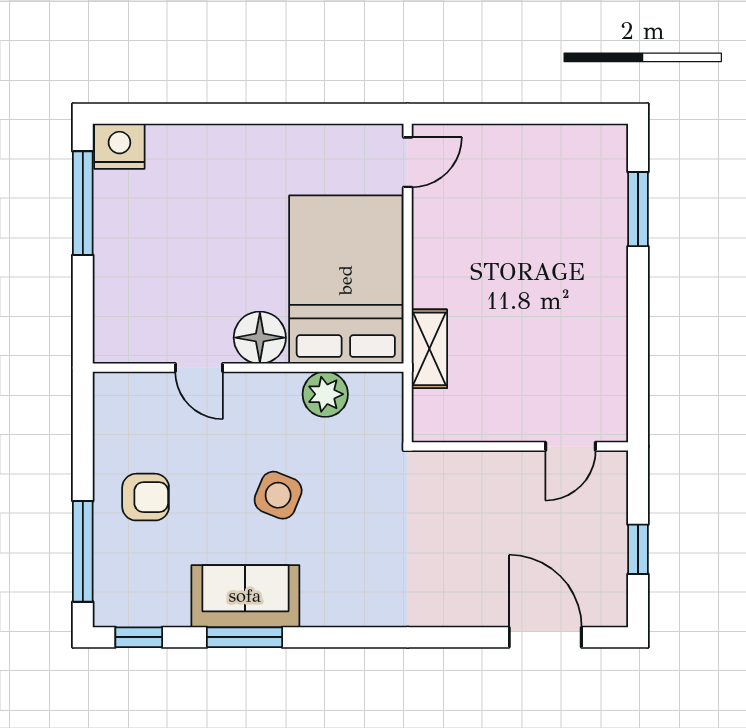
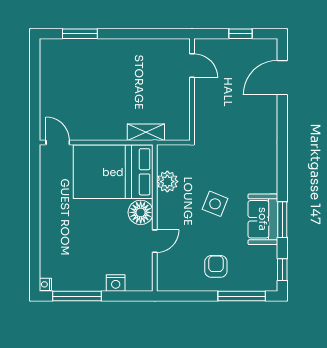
nightstand: (119, 146) -> (45, 284), width x0.53, depth x0.56
nightstand: (111, 285) -> (116, 283), added

